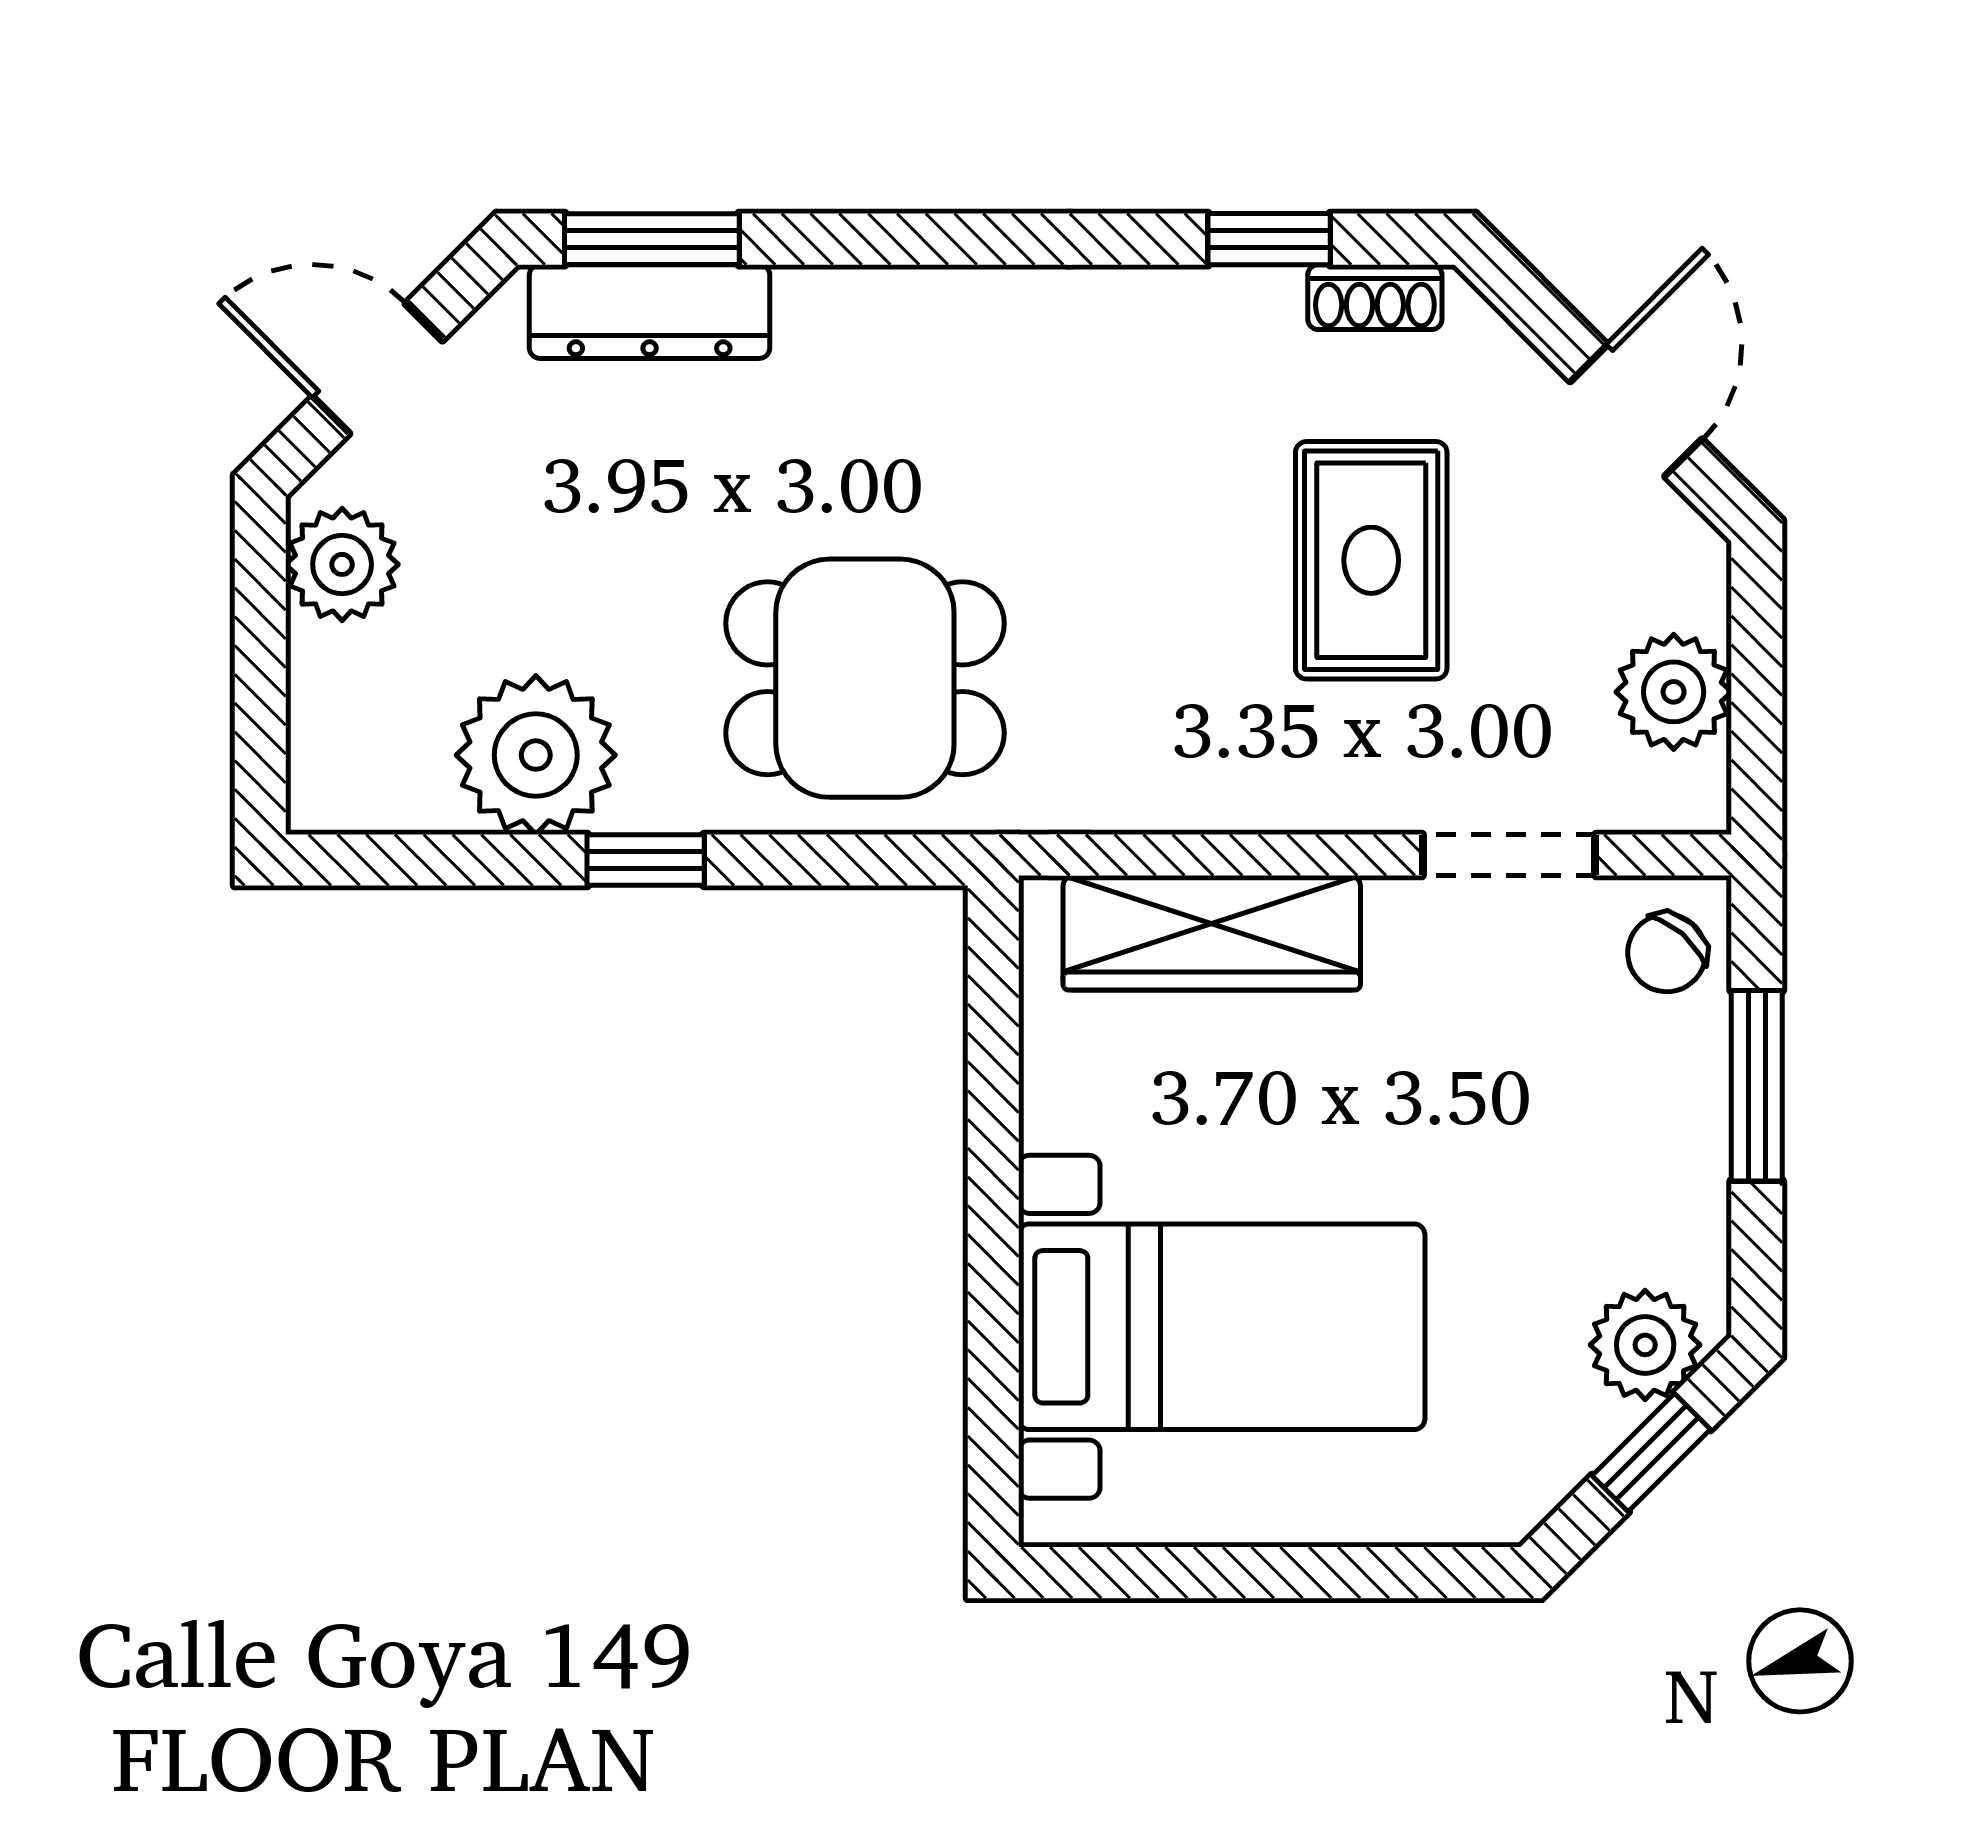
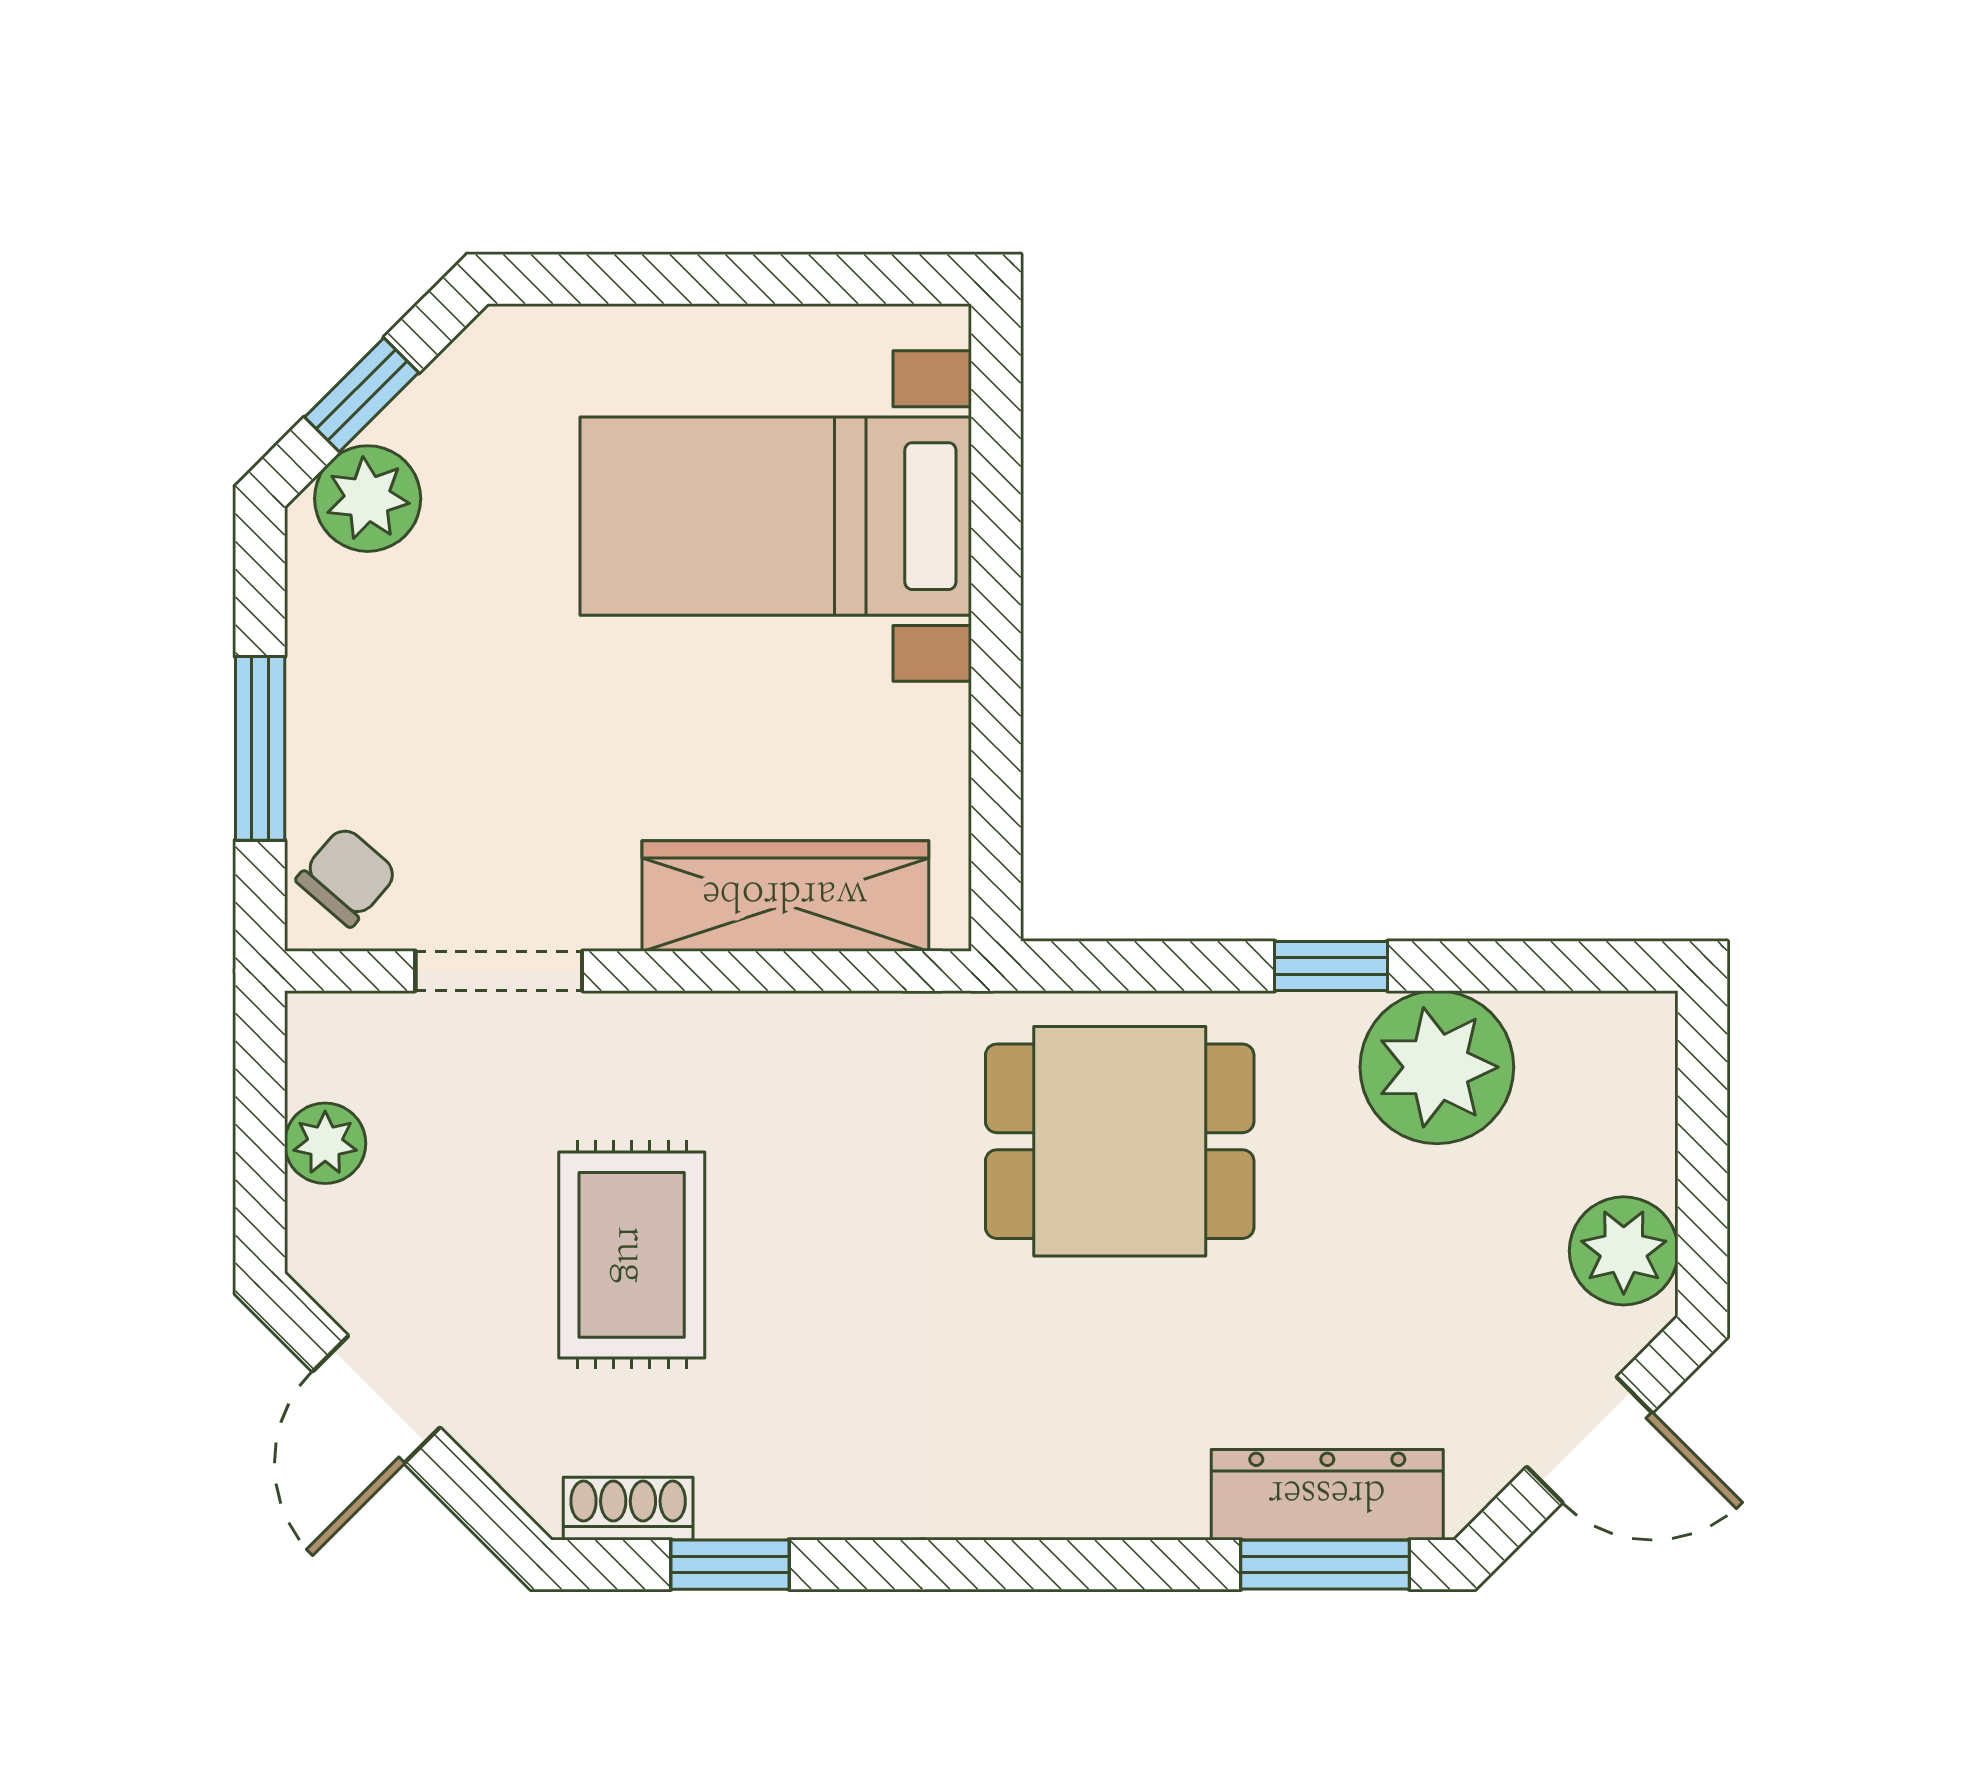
plant: (1674, 692) -> (325, 1143), width x0.73, depth x0.73

